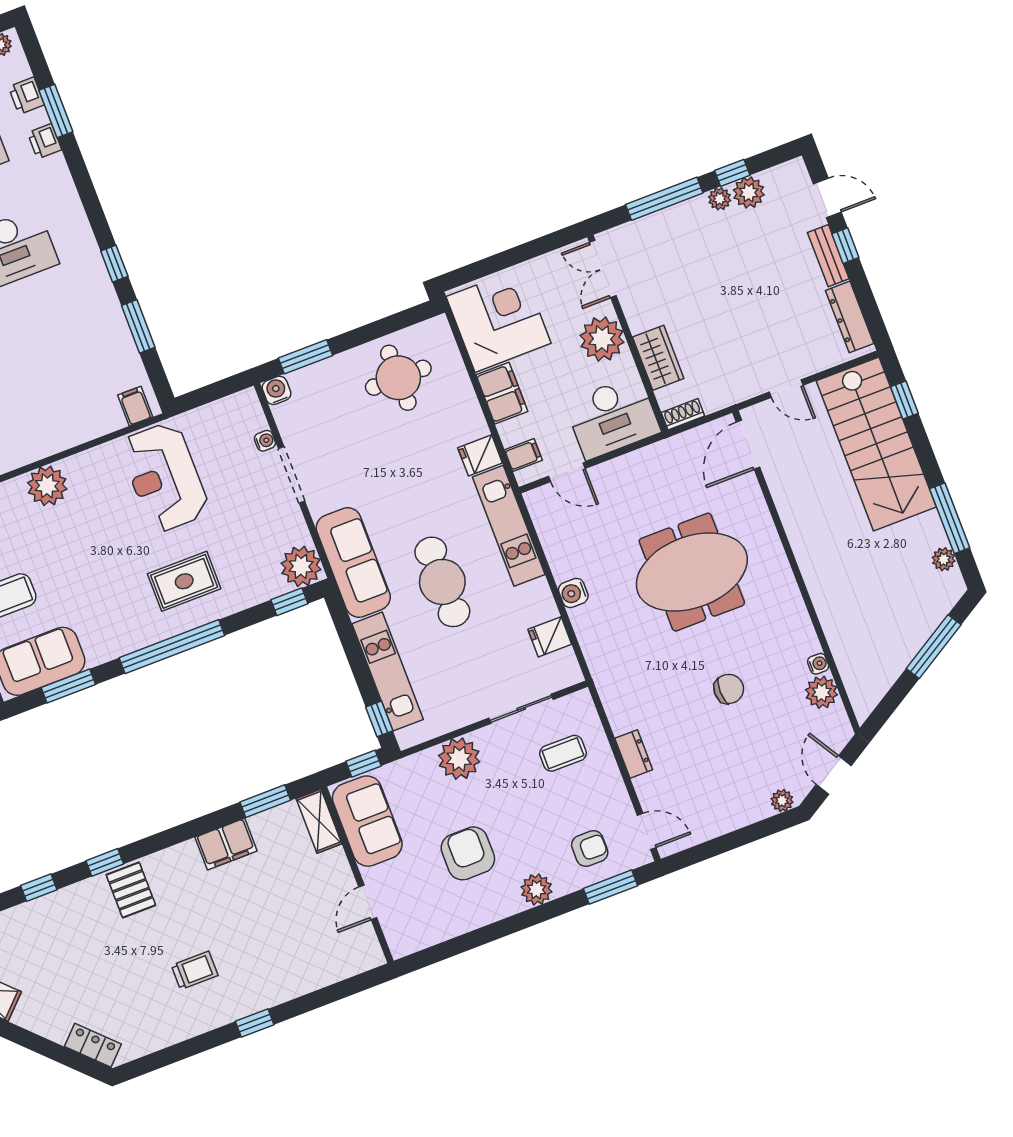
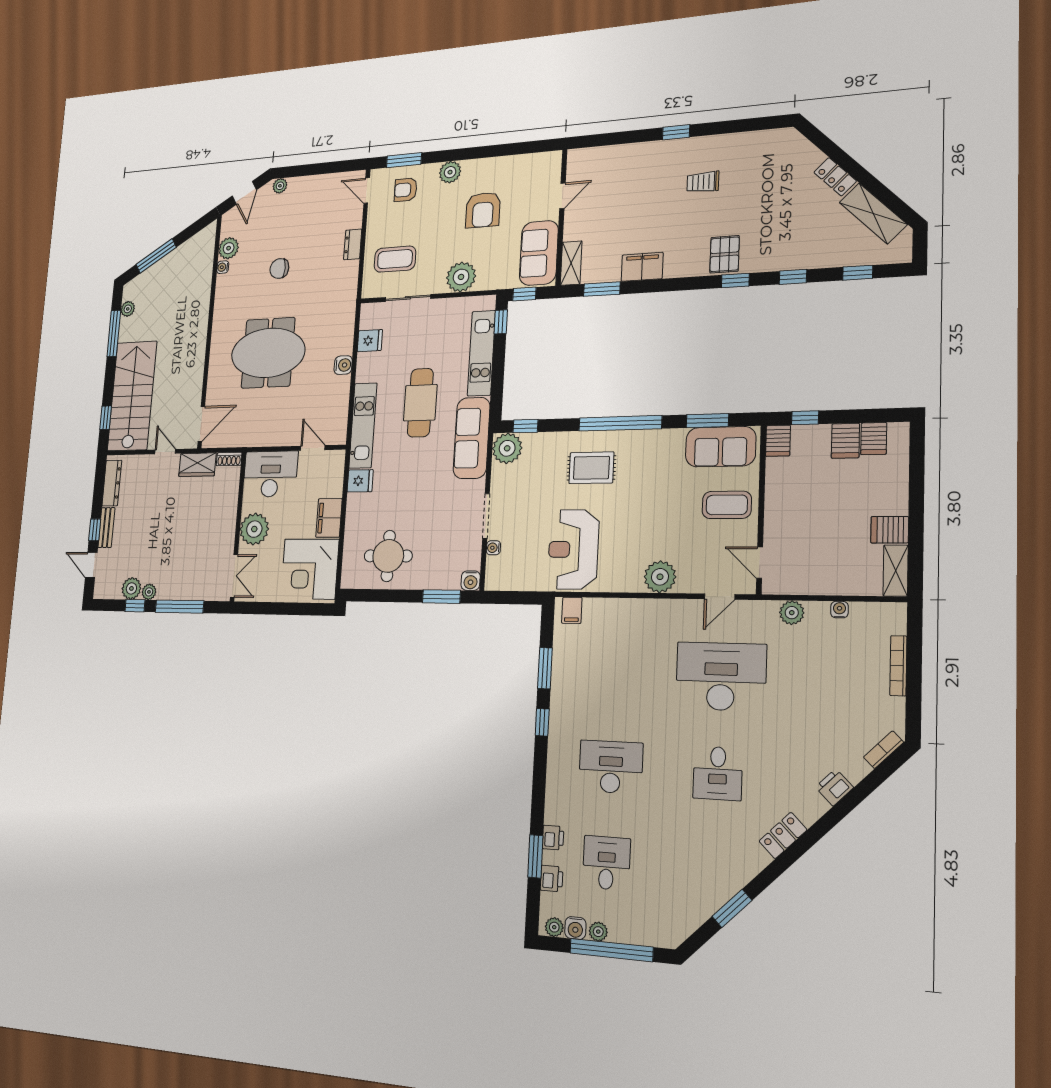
wardrobe: (658, 358) -> (197, 465), moved, turned -90
filing cabinet: (523, 455) -> (334, 470), removed
reception desk: (164, 477) -> (573, 549), turned 180
coffee table: (563, 753) -> (395, 259), width x1.36, depth x1.30
locker: (93, 1045) -> (835, 177), moved

